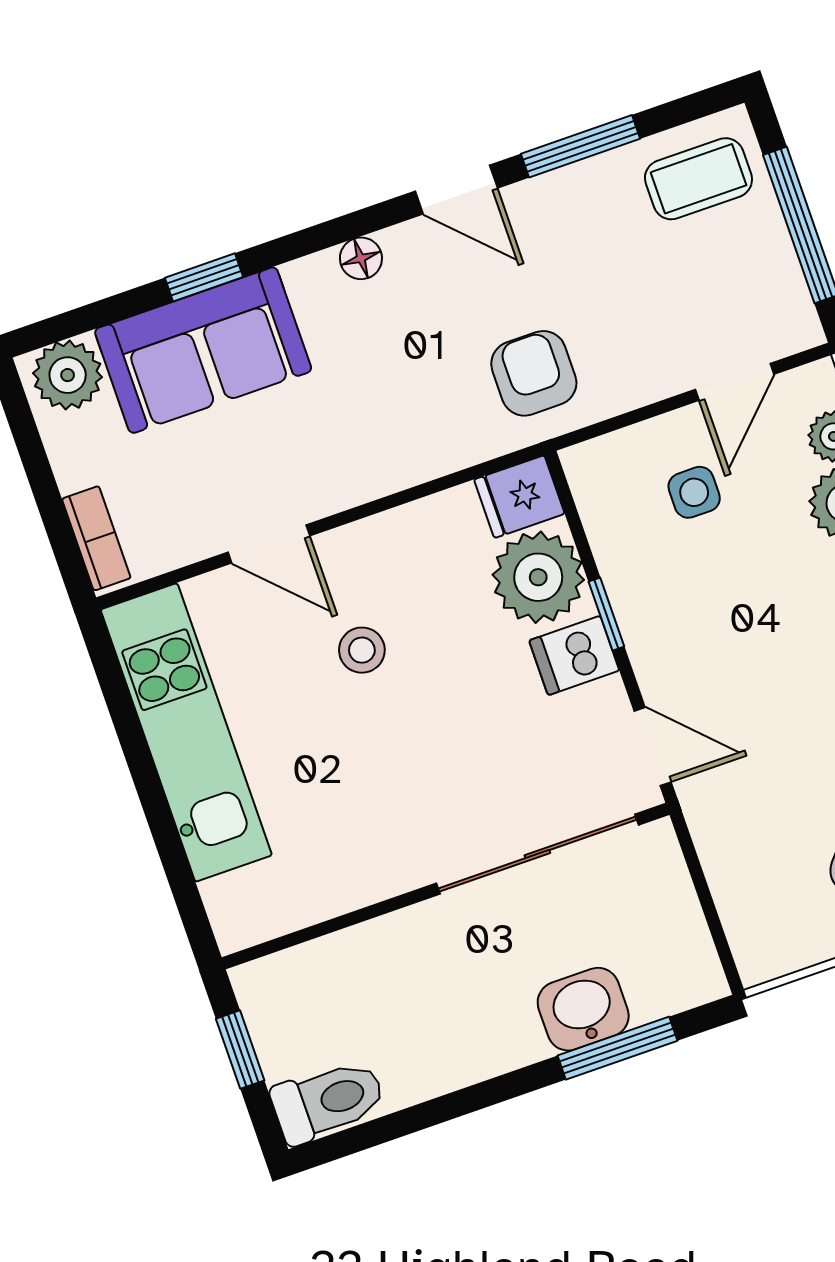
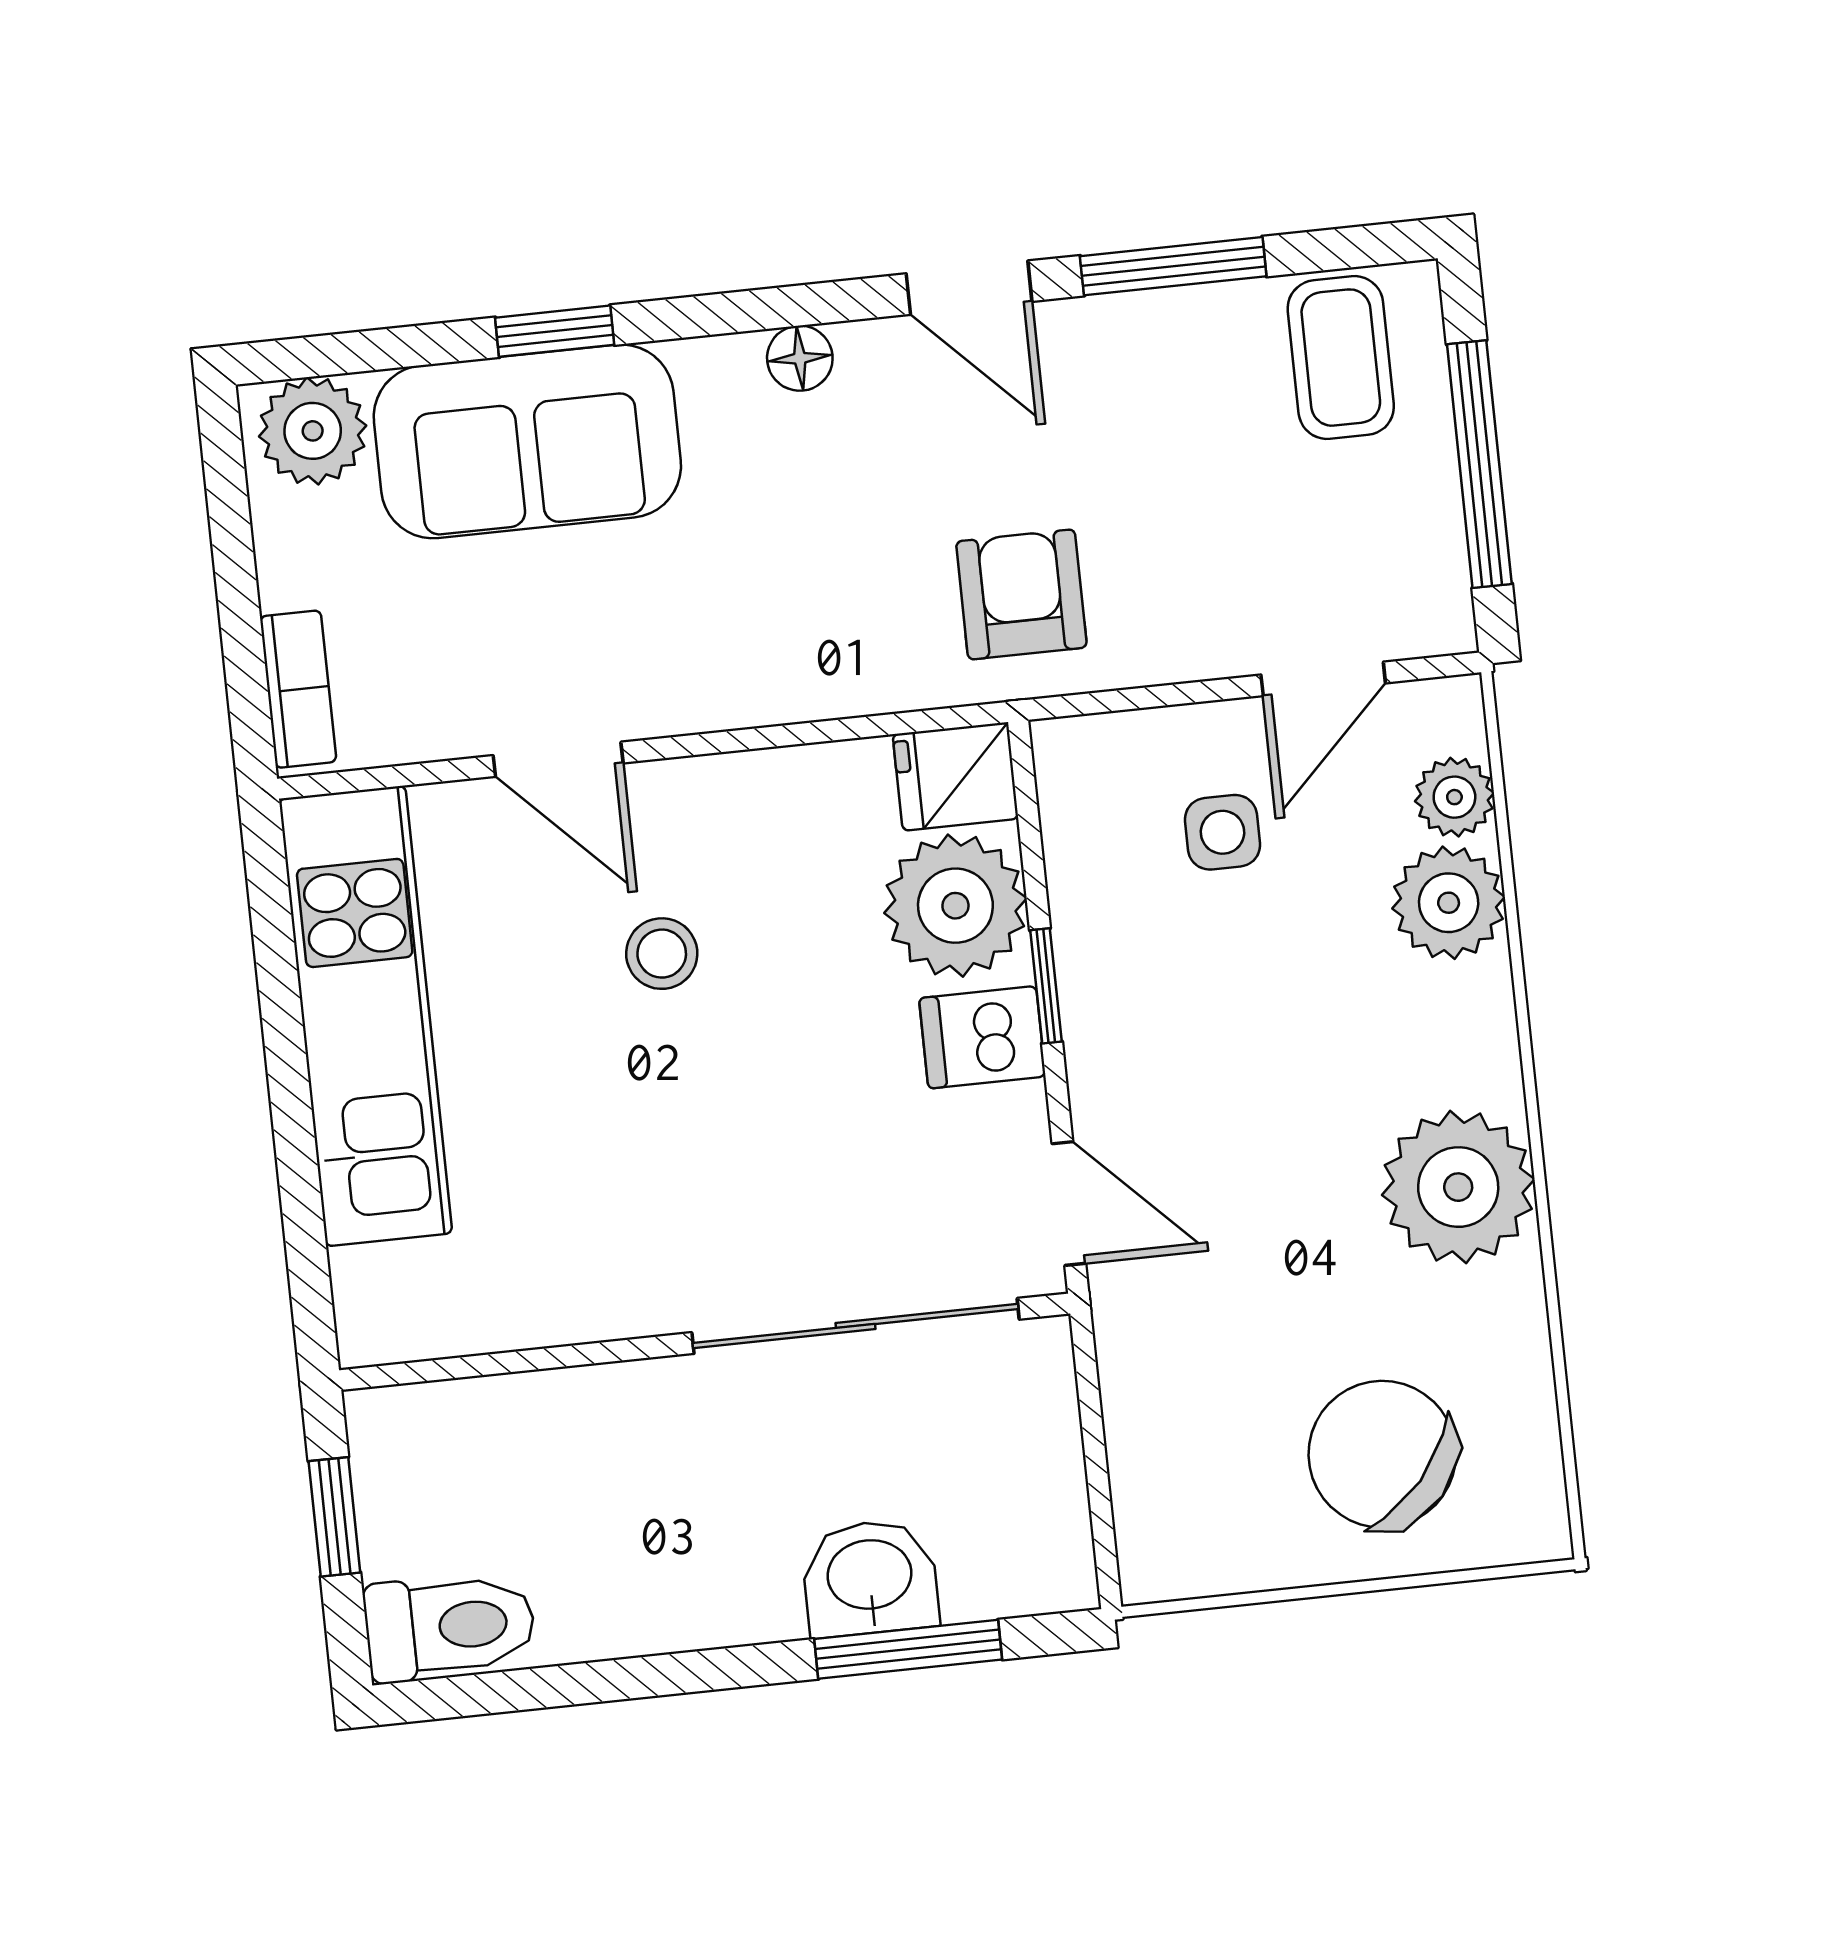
coffee table: (698, 179) -> (1341, 358), turned 90

